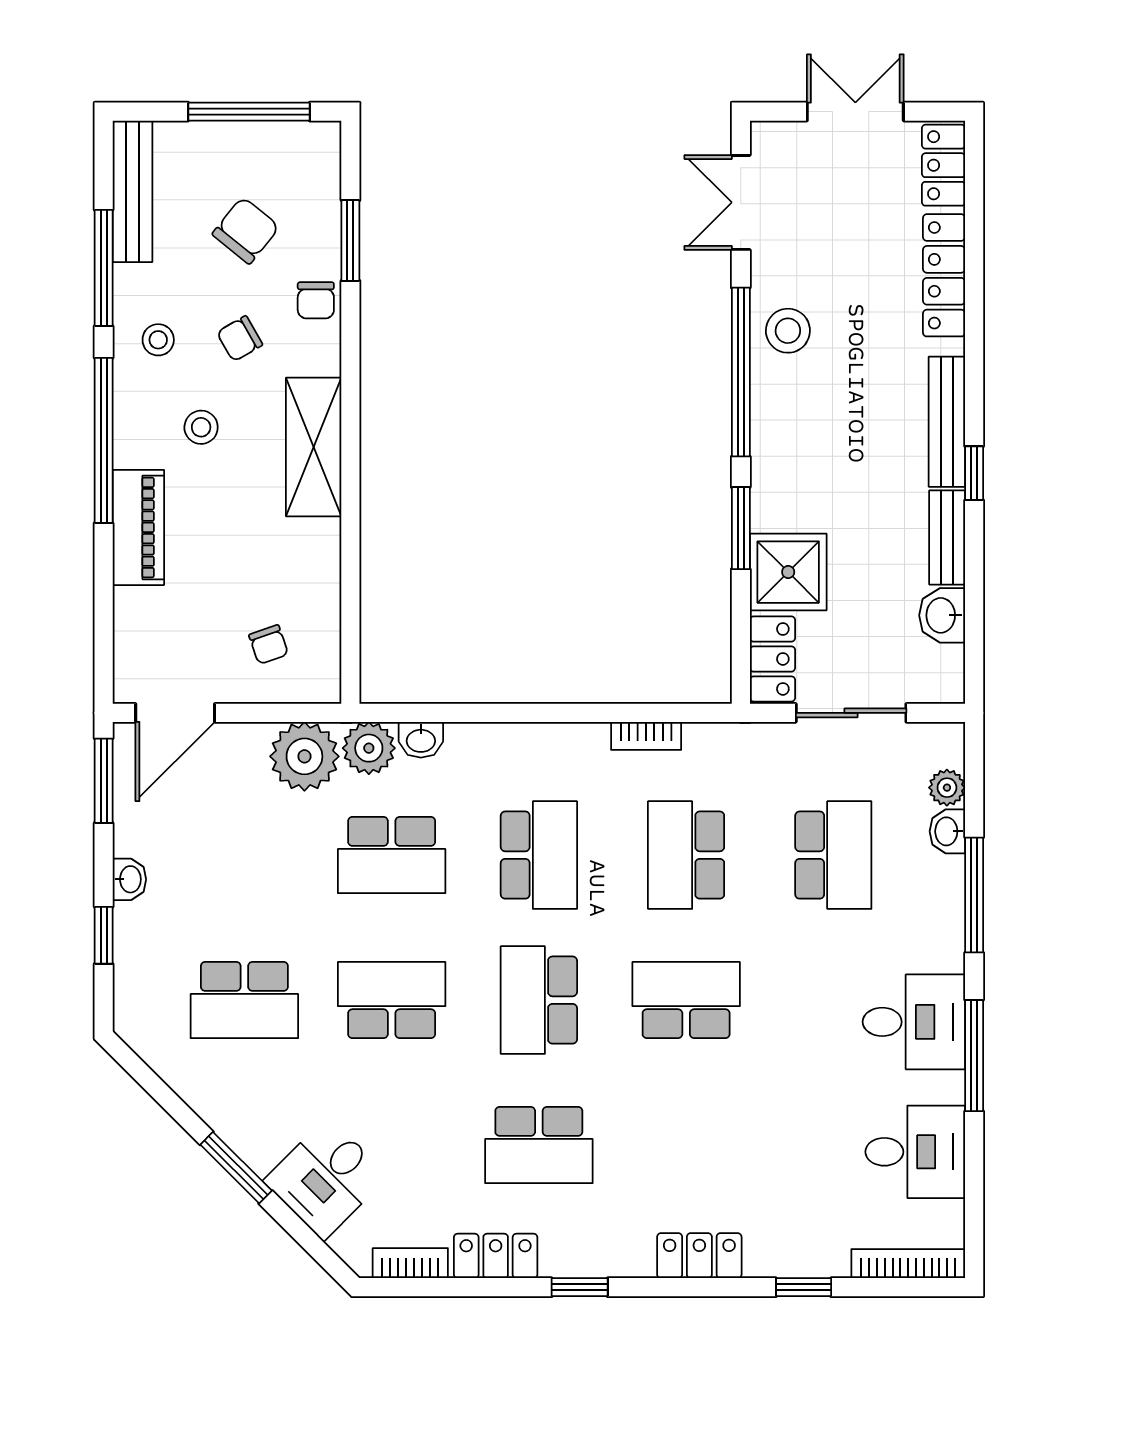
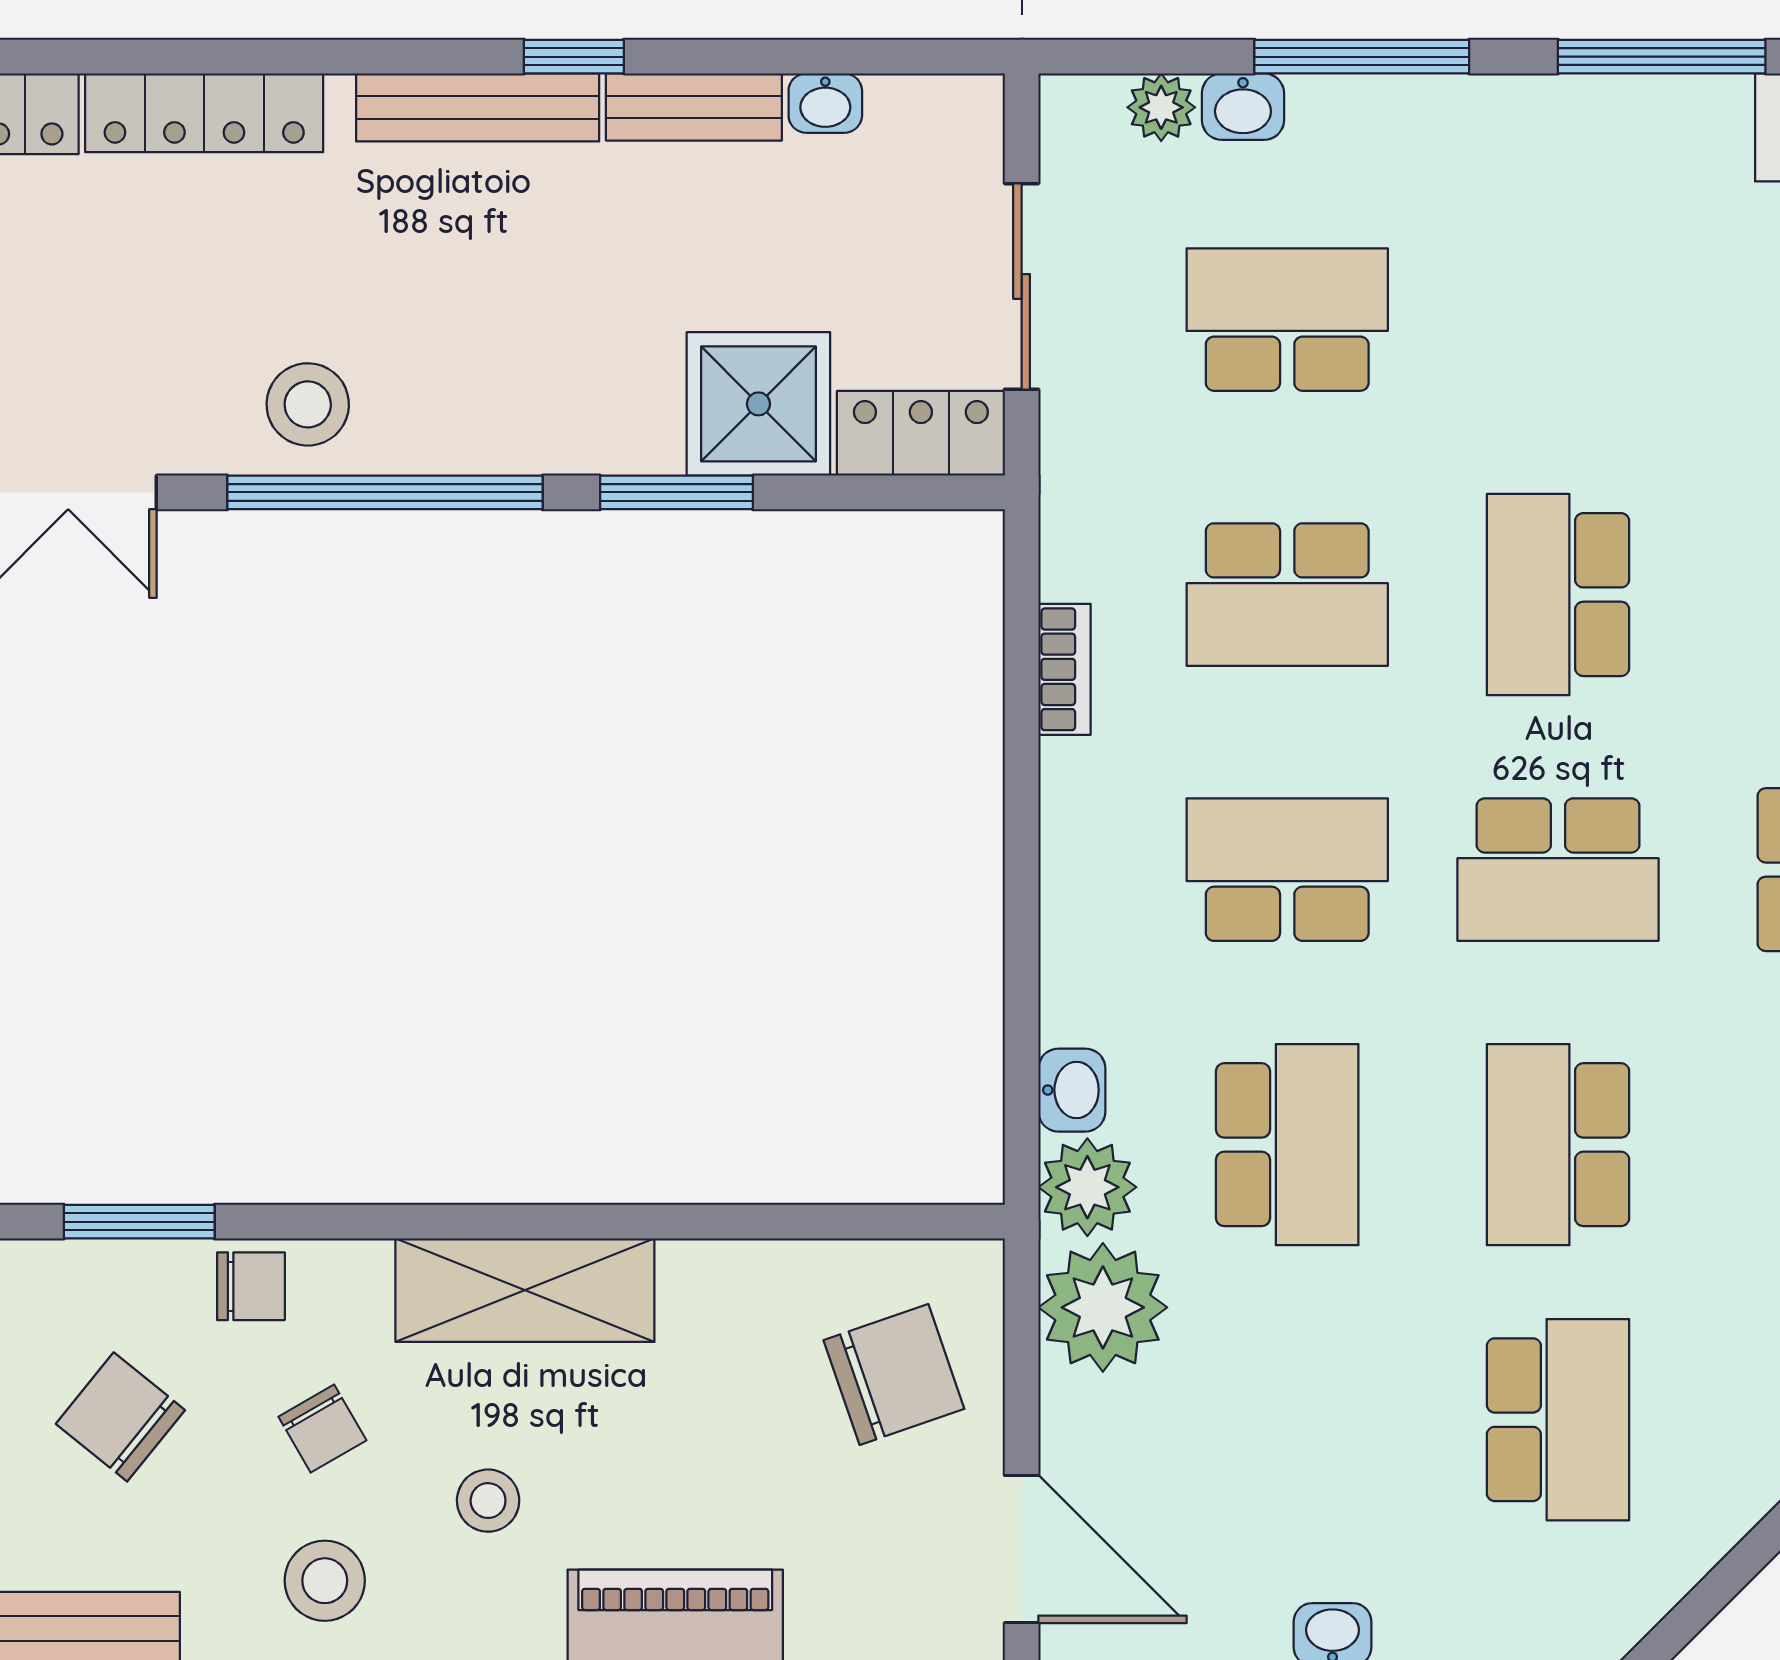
stool: (158, 340) -> (325, 1581), width x1.37, depth x1.37
washbasin: (942, 615) -> (825, 103), width x0.72, depth x0.69
chair: (269, 645) -> (894, 1374), width x1.87, depth x1.87
desk: (914, 1022) -> (1599, 169), removed

